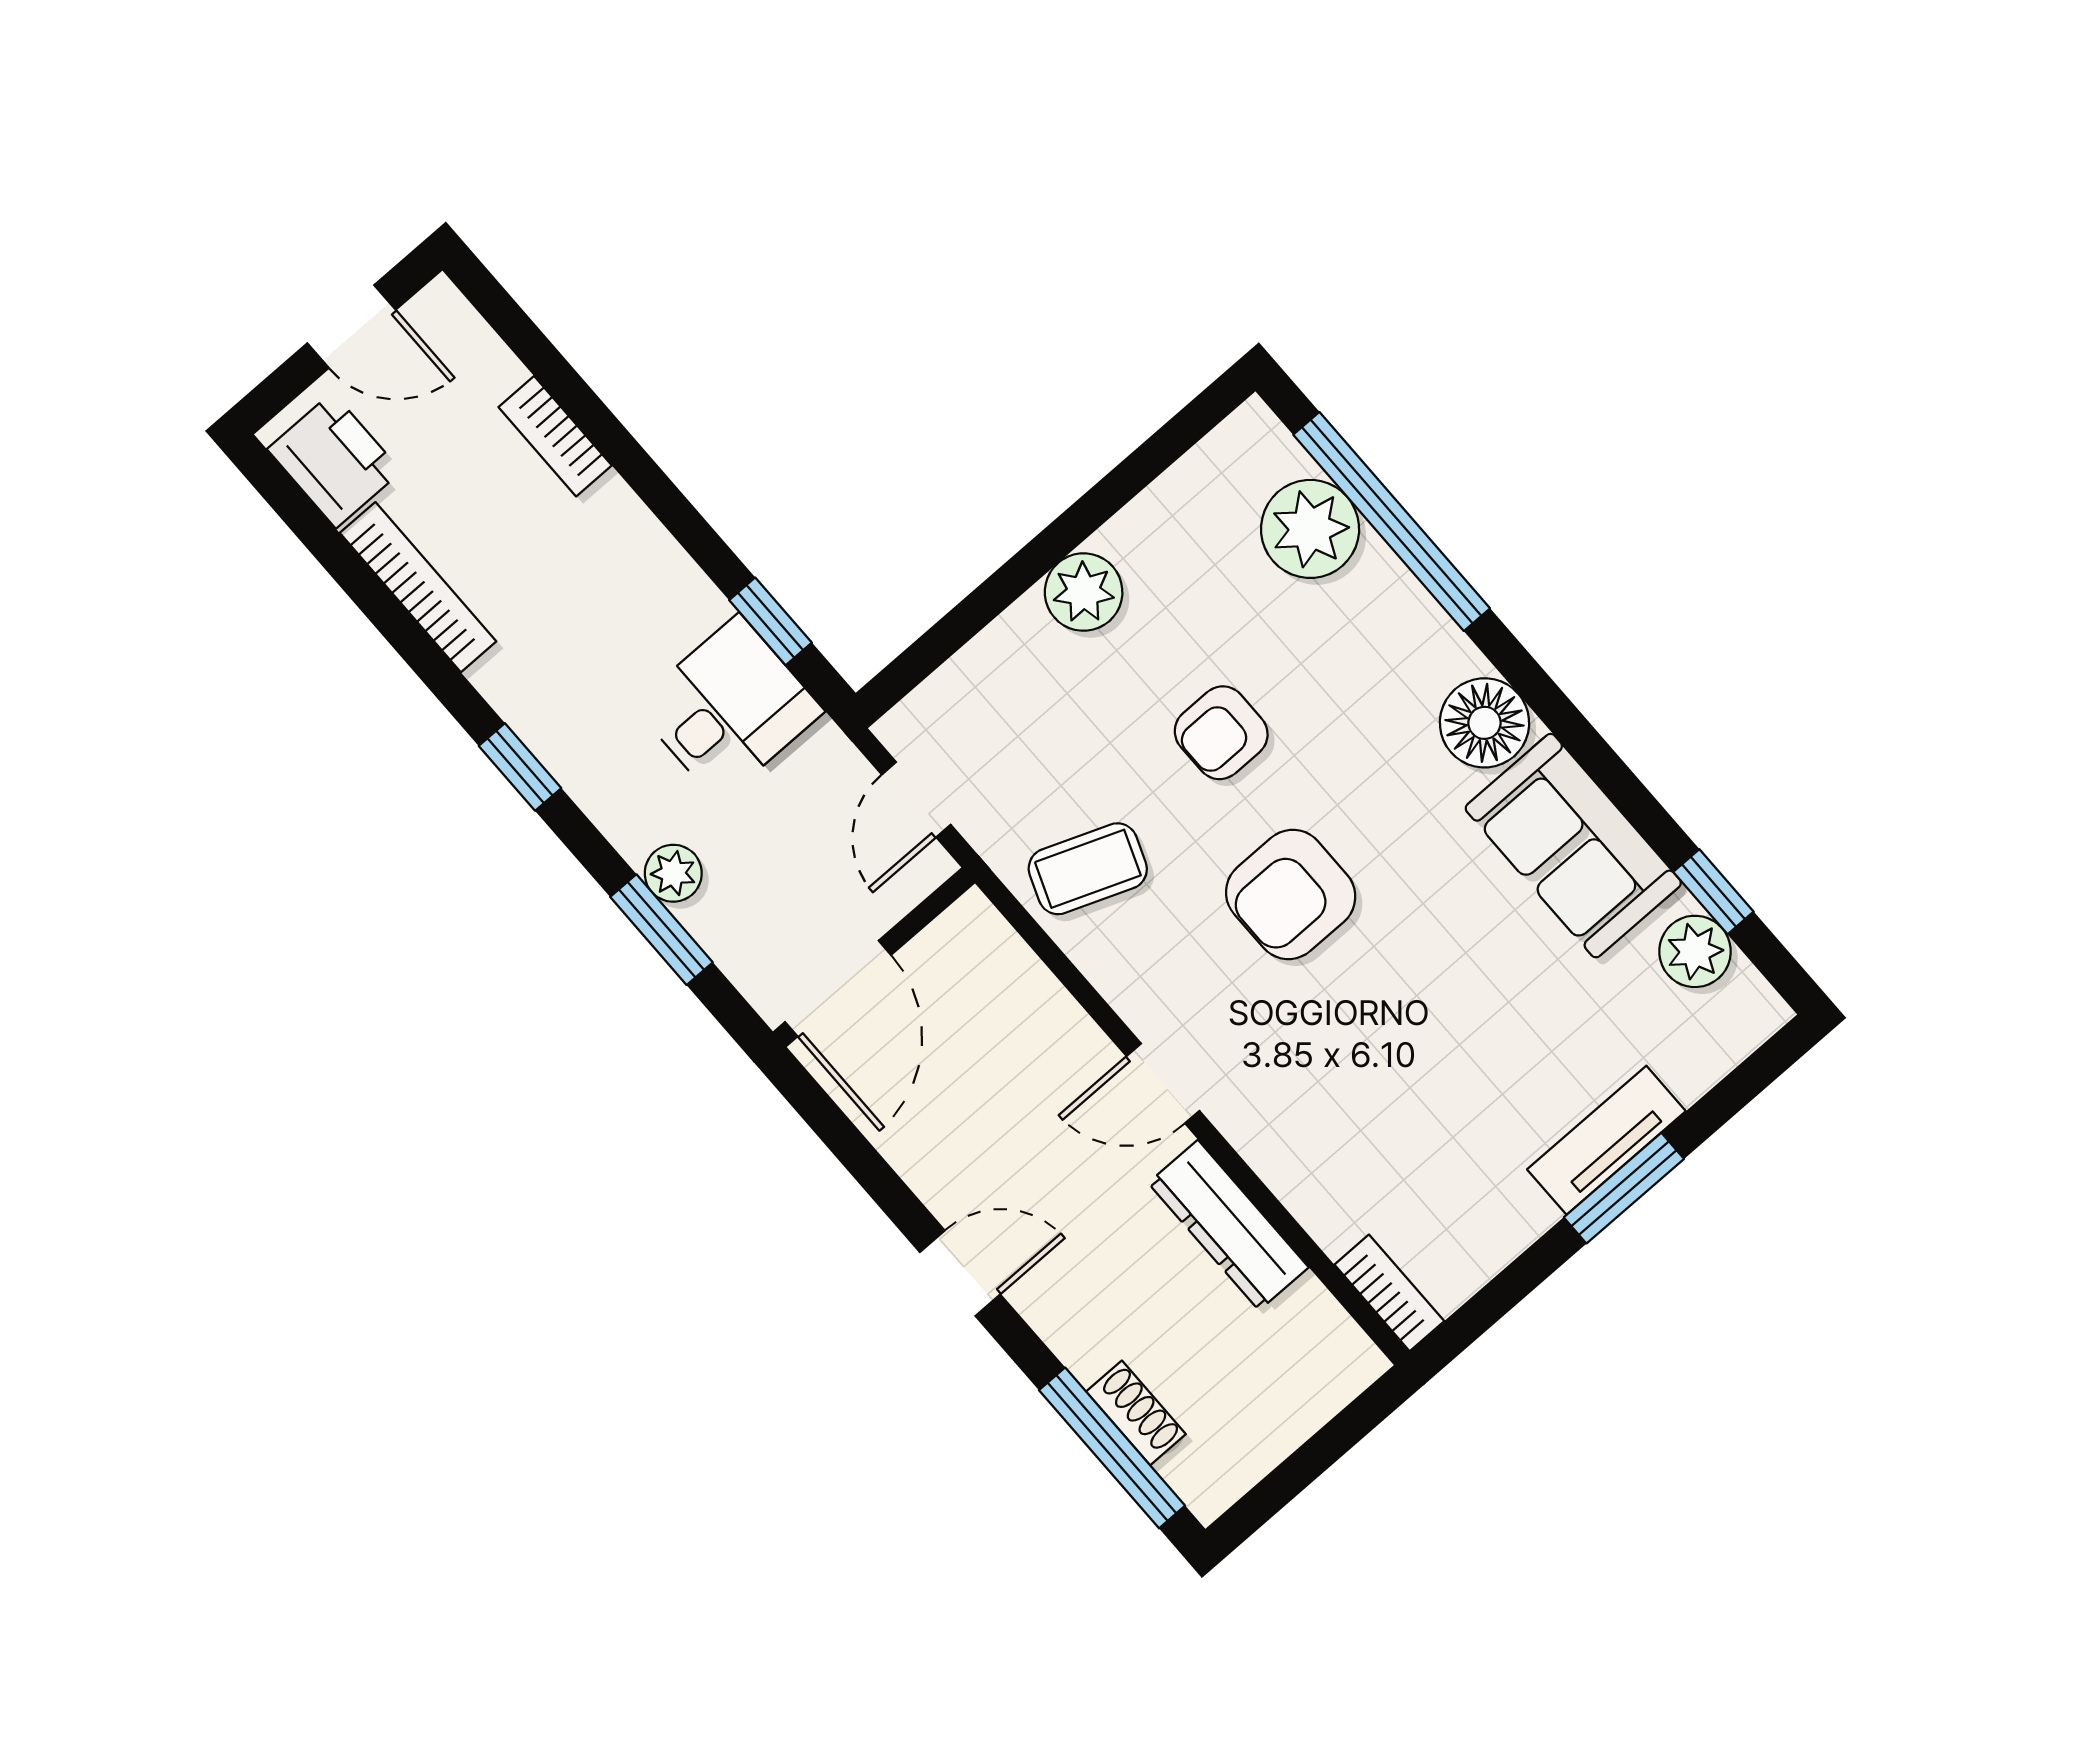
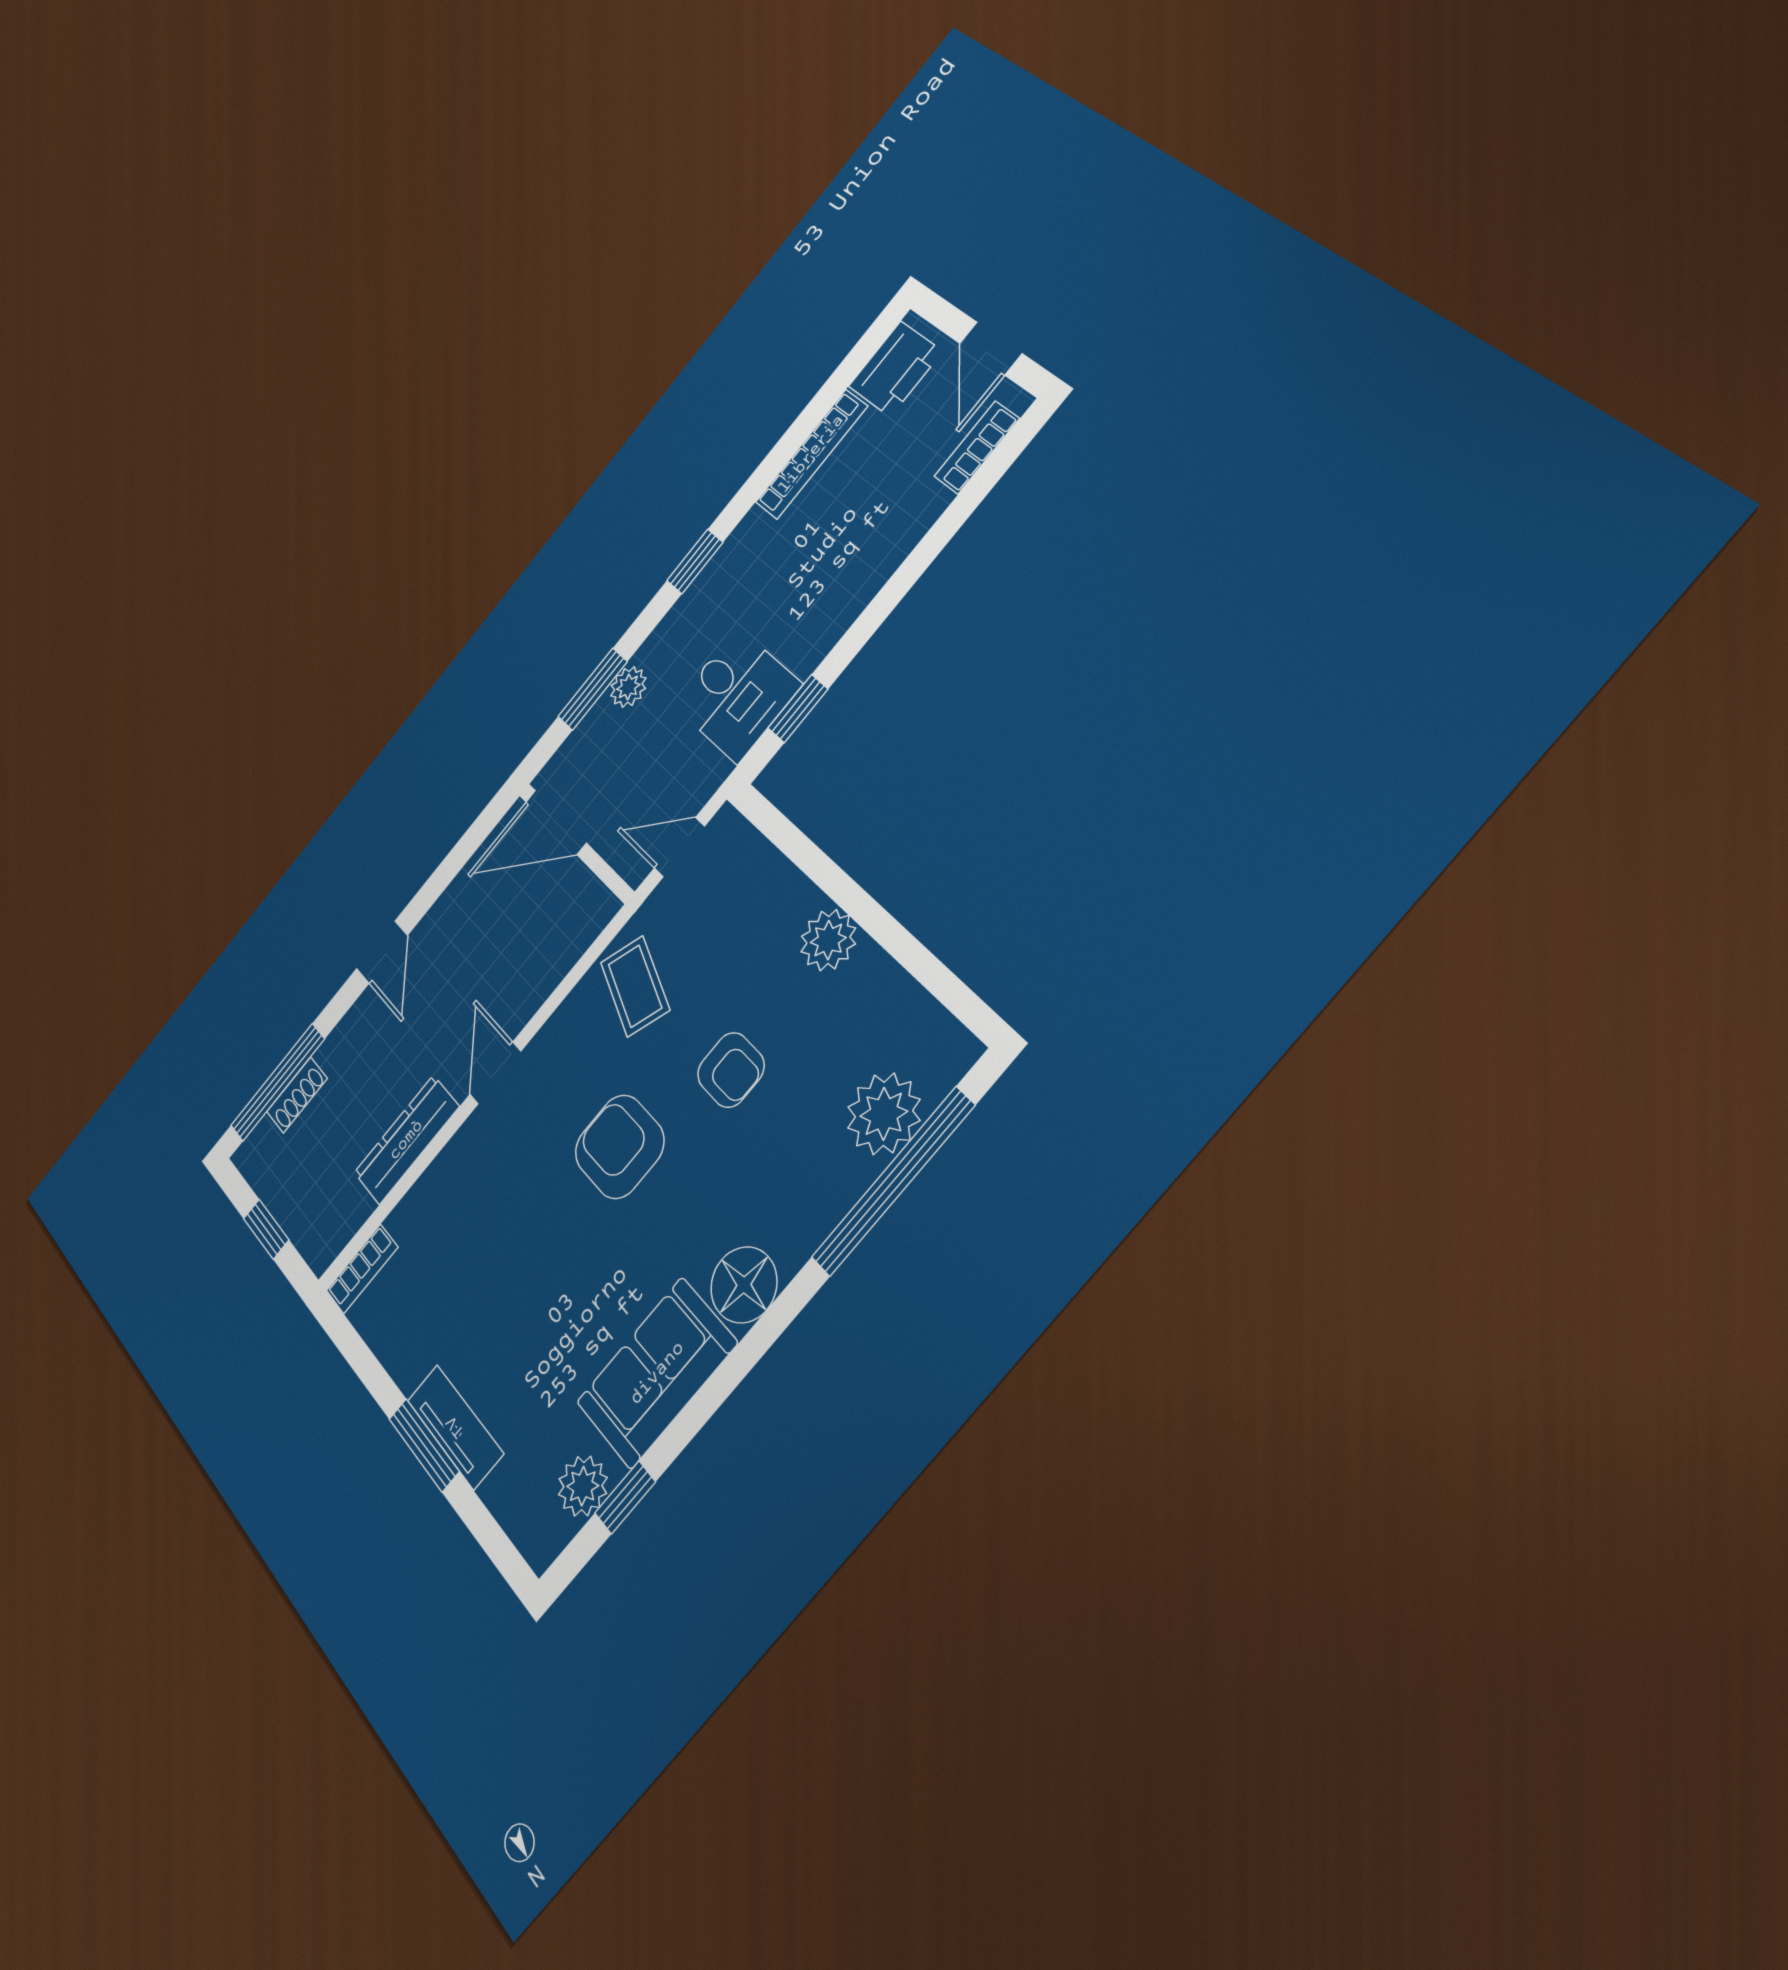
bookcase: (555, 436) -> (977, 447), moved
armchair: (1221, 733) -> (731, 1070), turned 180
window: (1314, 1458) -> (266, 1229), added

